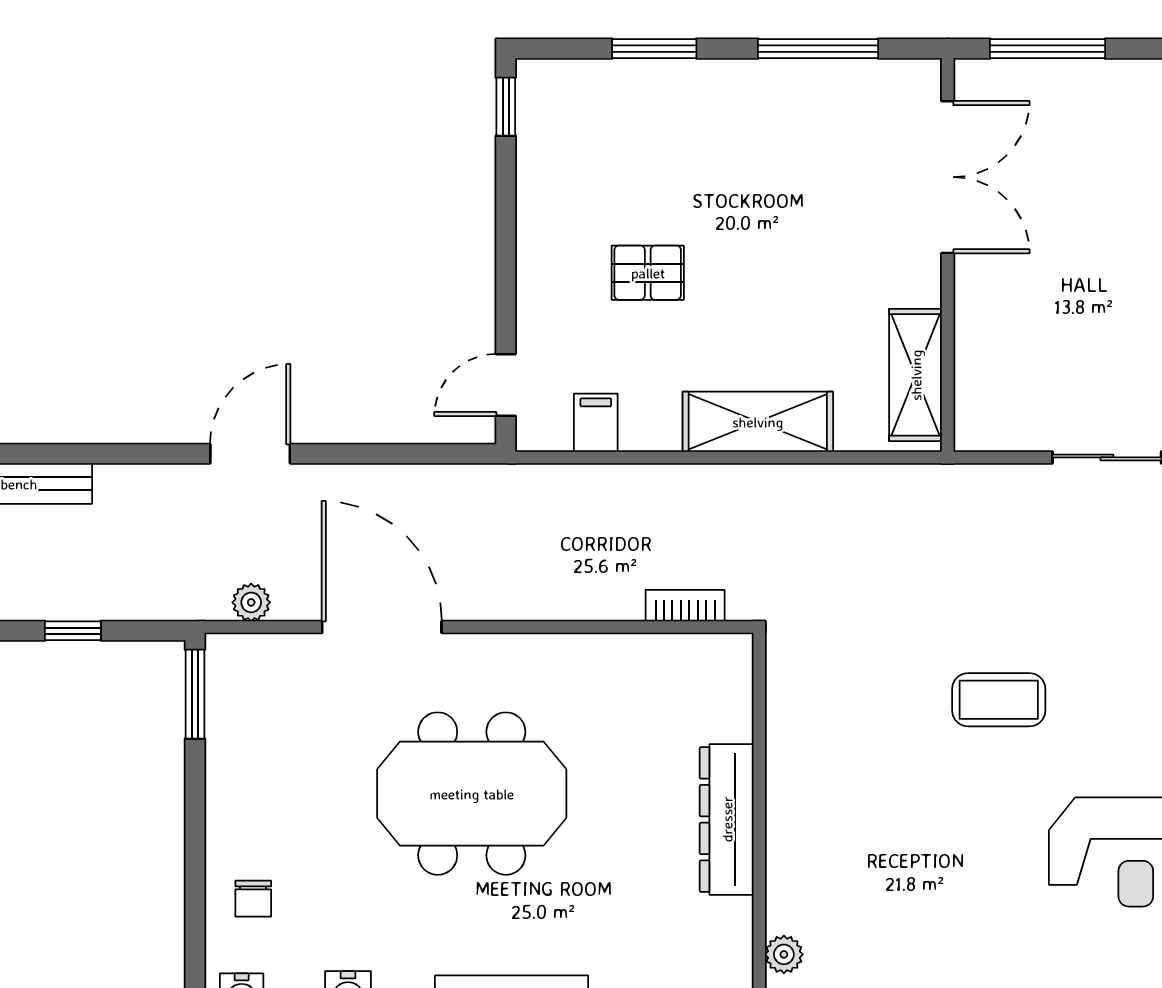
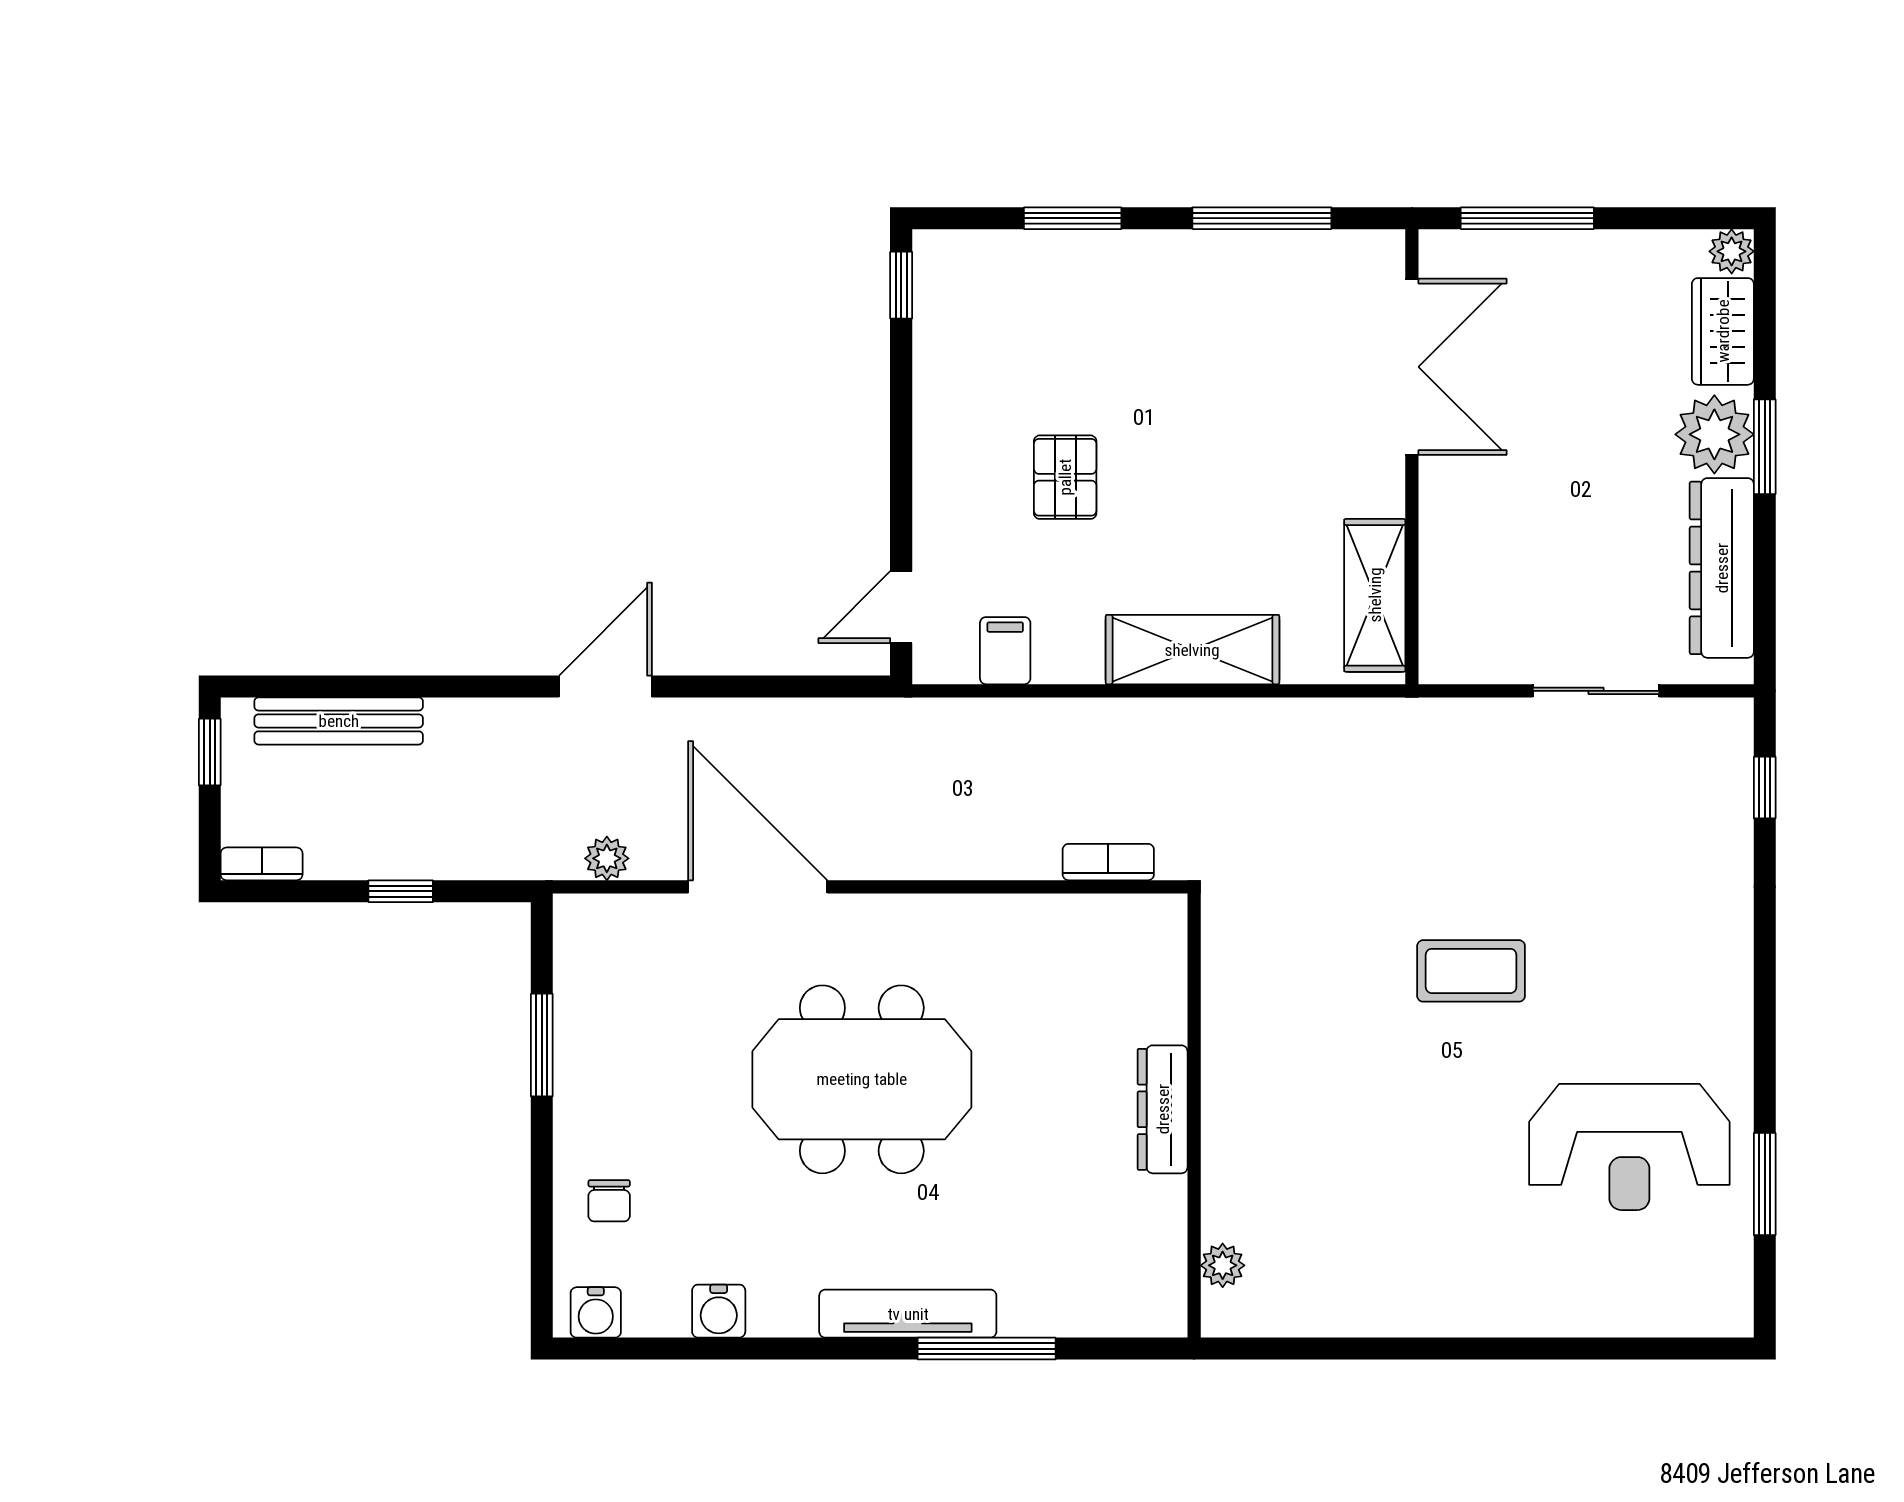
pallet: (648, 273) -> (1065, 477), turned 90
window: (195, 694) -> (542, 1045), moved
dresser: (727, 819) -> (1163, 1109), width x0.73, depth x0.80

